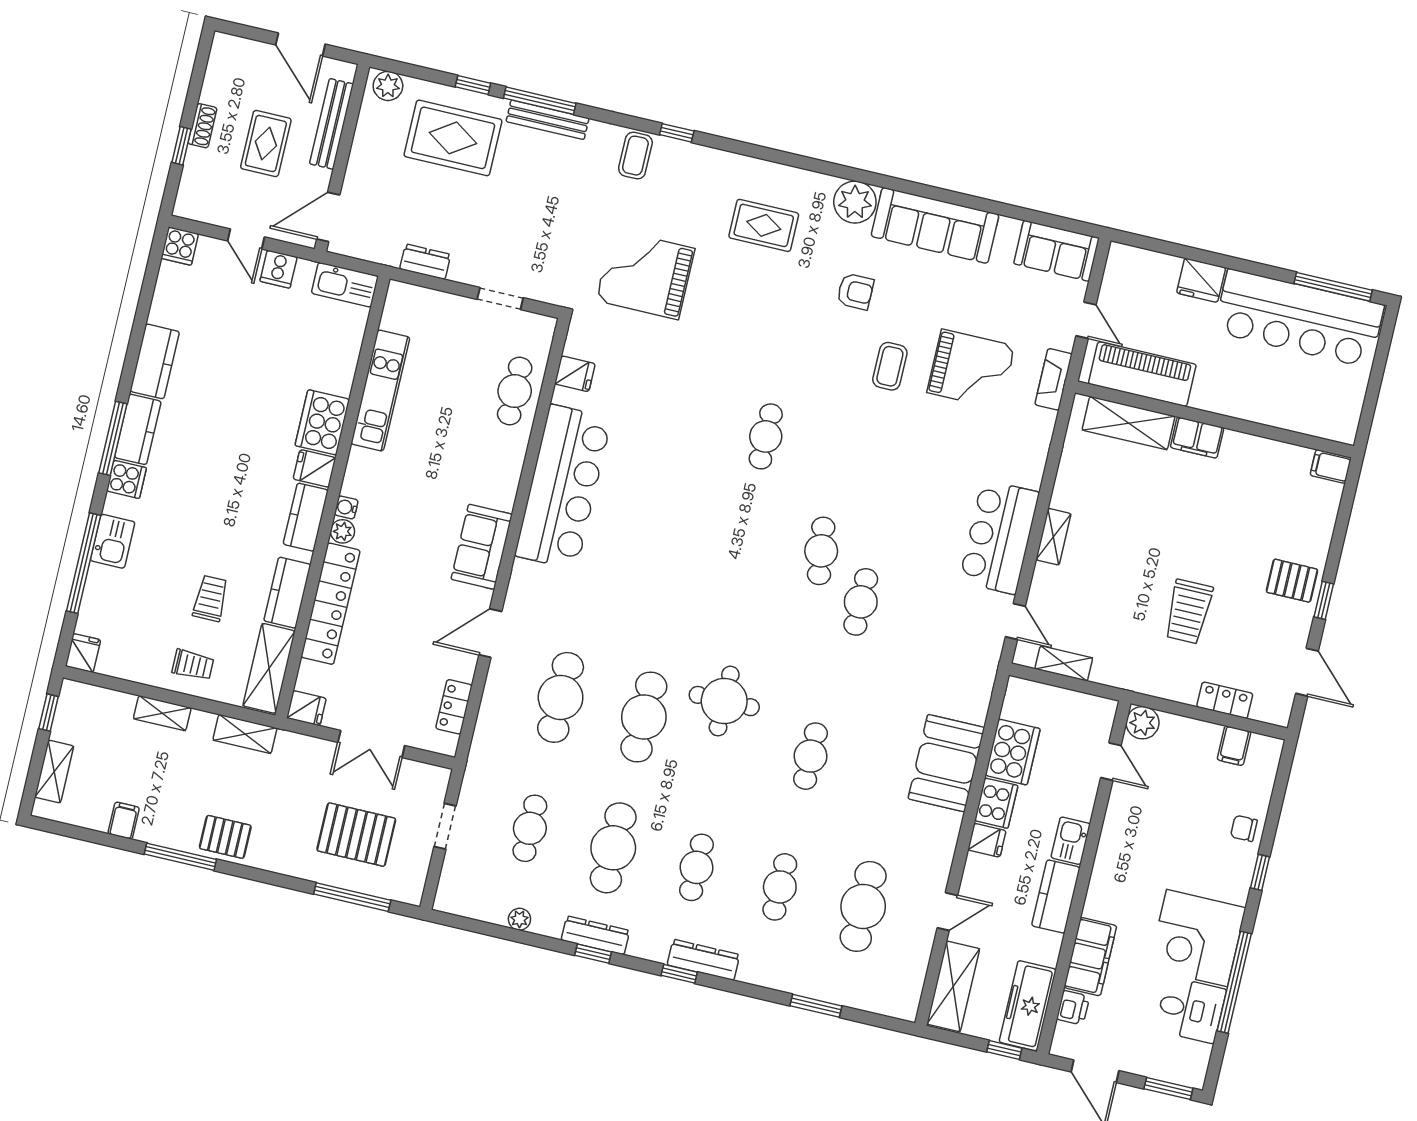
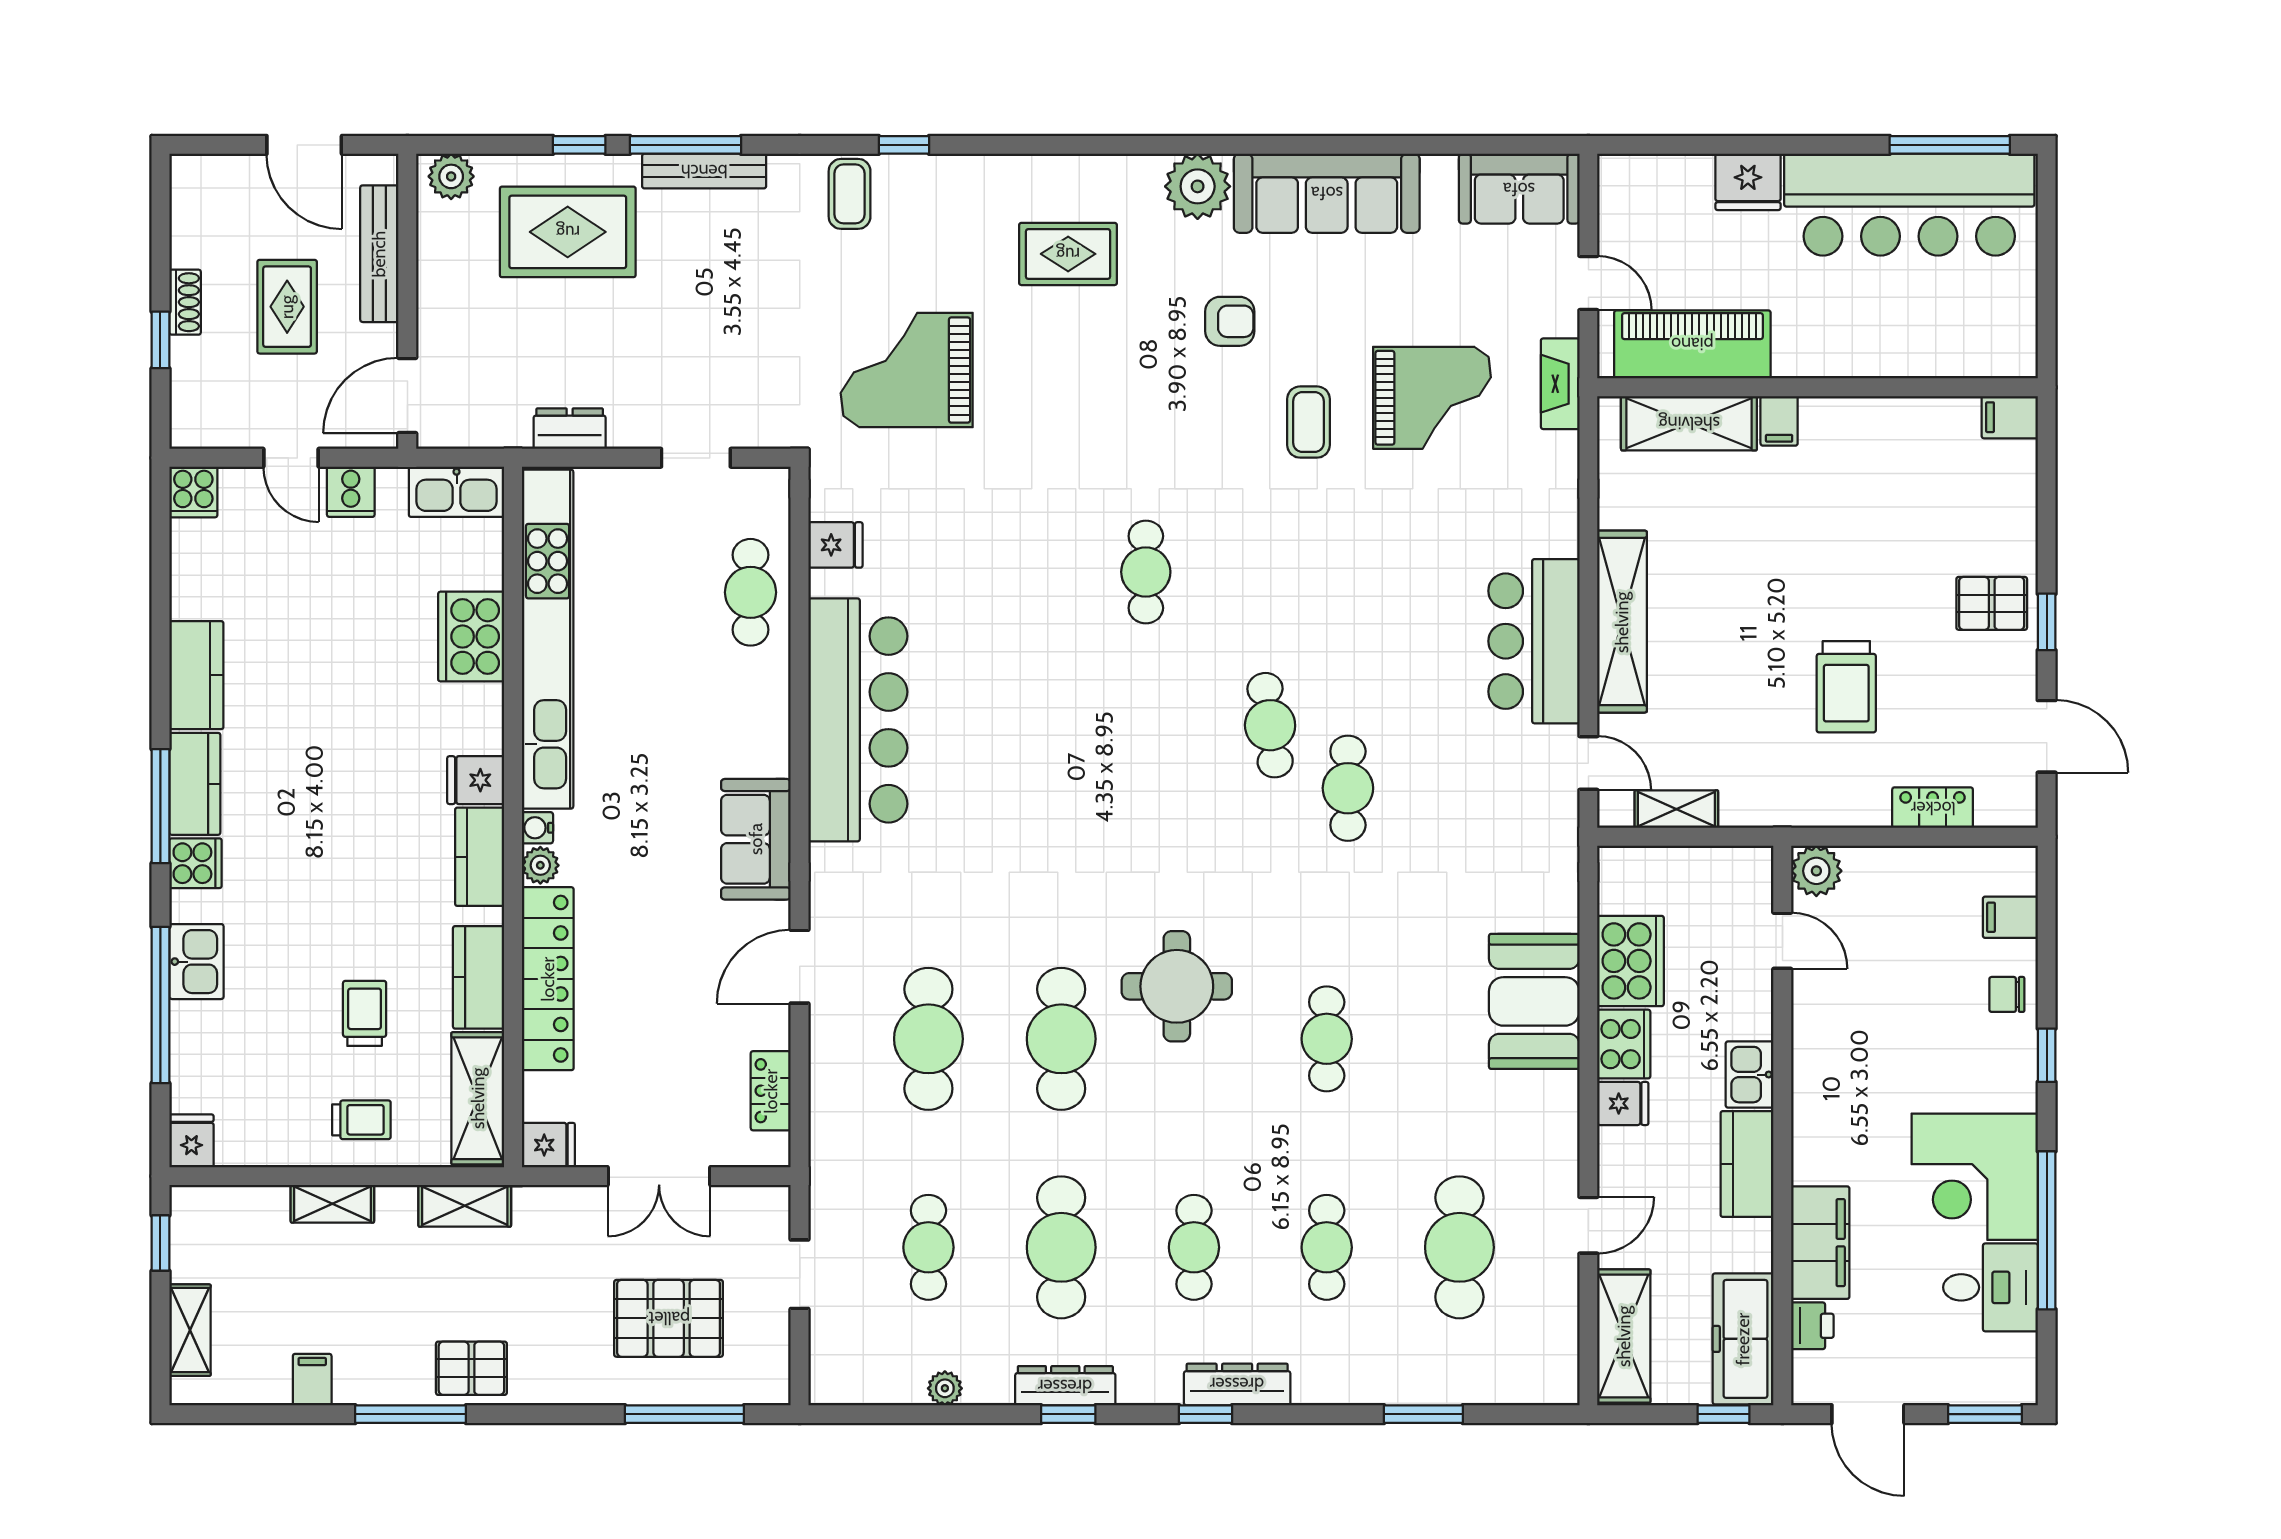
kitchen unit: (380, 391) -> (548, 639), width x1.86
cooker: (322, 422) -> (471, 637), moved
filing cabinet: (1197, 438) -> (1779, 421), width x0.50
shelving: (1053, 537) -> (1622, 622), width x2.20, depth x1.33
filing cabinet: (1234, 746) -> (2010, 917), moved, turned 90

